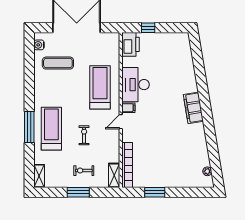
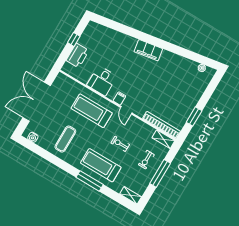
window: (148, 28) -> (74, 39), moved
printer: (131, 44) -> (78, 56), moved, turned 90
exercise mat: (58, 63) -> (65, 139), moved
desk: (136, 85) -> (102, 81), width x0.73
window: (78, 192) -> (160, 173), width x1.44

